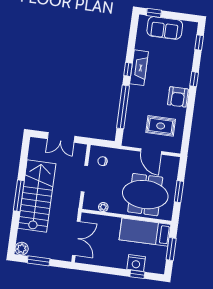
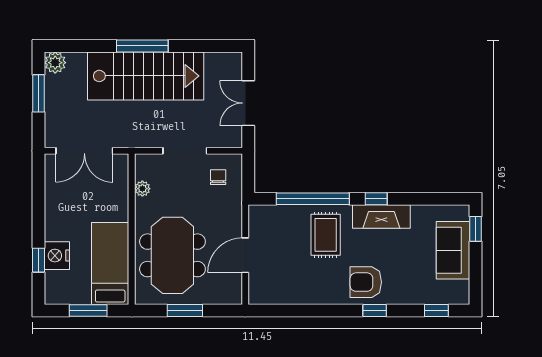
armchair: (178, 97) -> (366, 282), moved
rug: (161, 126) -> (326, 235), moved

